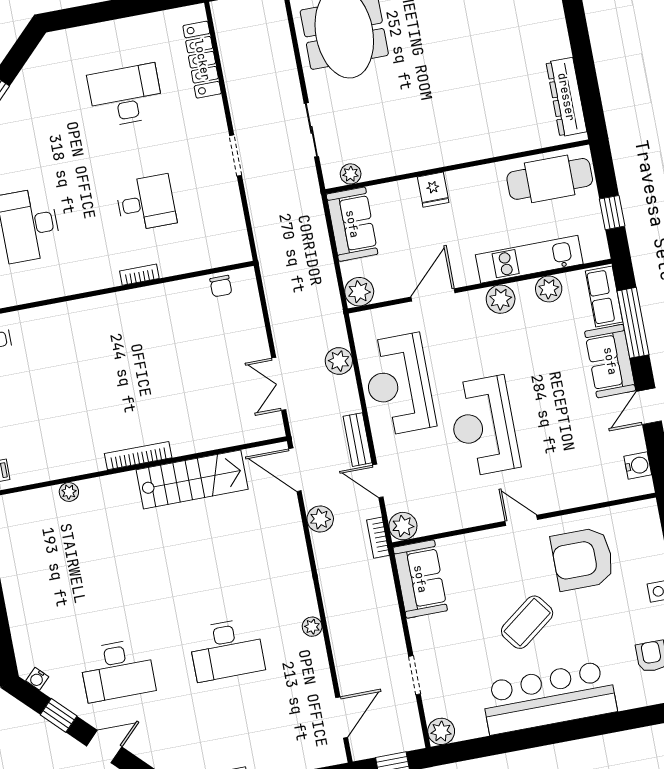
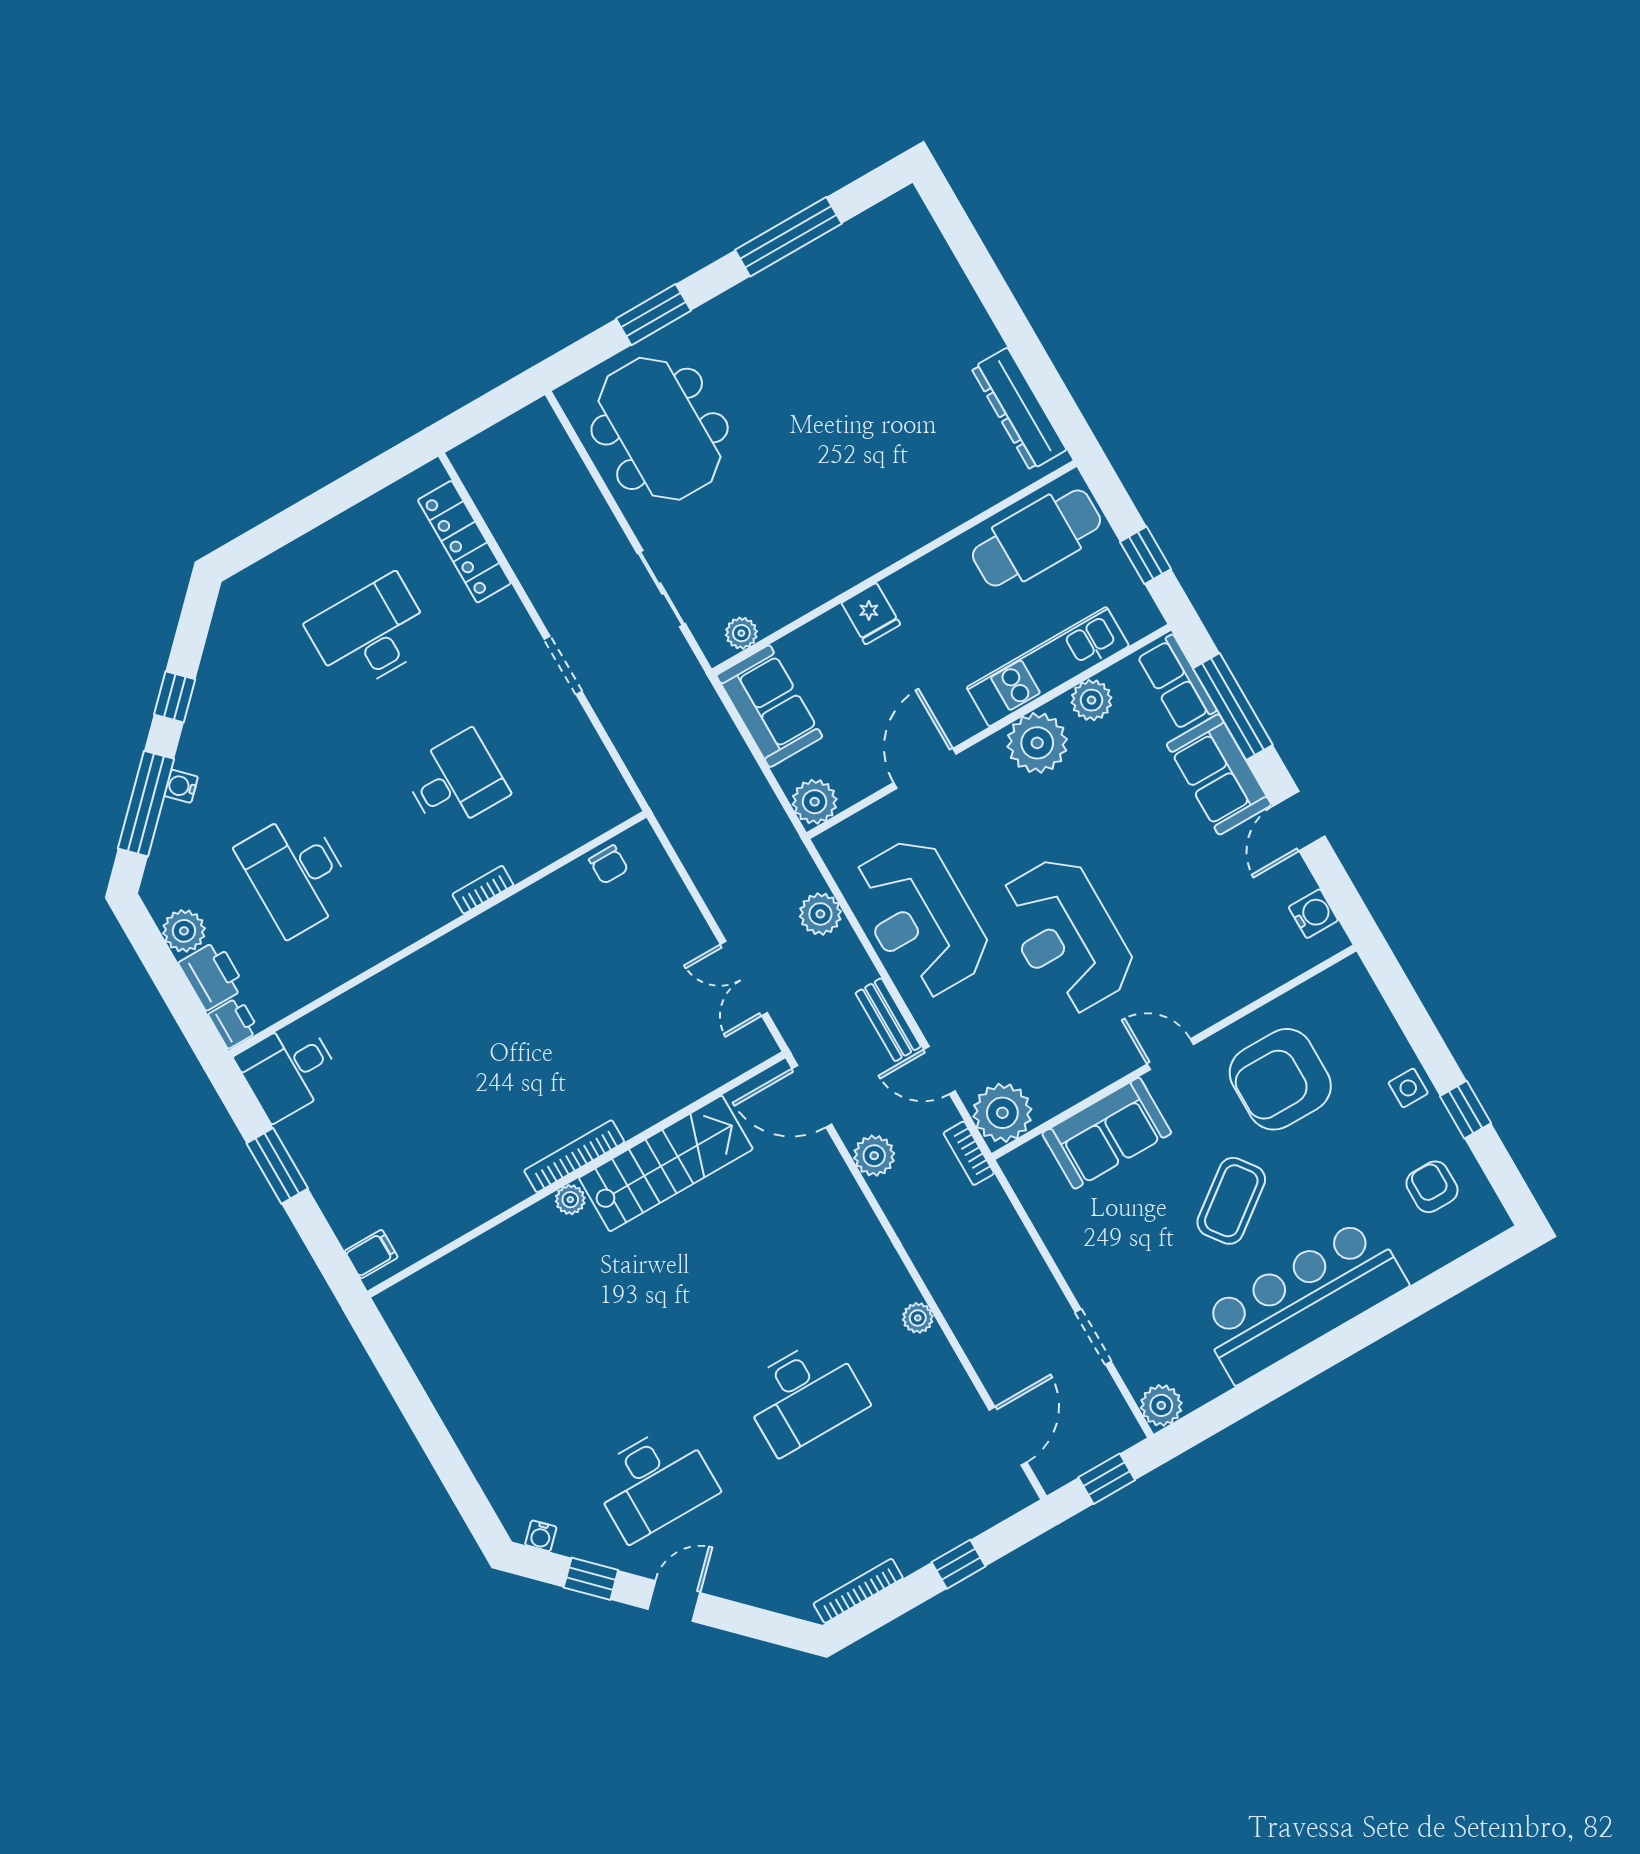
plant: (501, 299) -> (1037, 743), width x1.36, depth x1.36
plant: (69, 492) -> (570, 1200), moved
plant: (403, 526) -> (1002, 1113), width x1.36, depth x1.36
sofa: (420, 579) -> (1107, 1133), moved, turned 90

